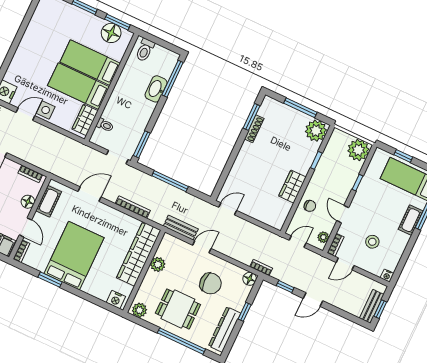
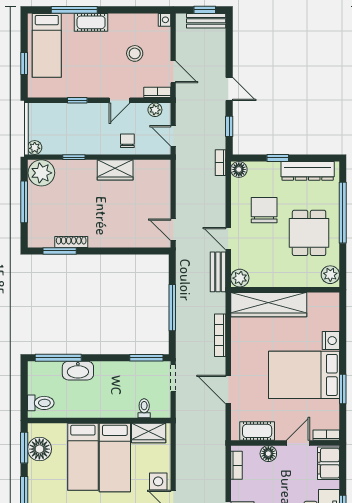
plant: (358, 150) -> (35, 147), moved, width x0.53, depth x0.53
plant: (158, 264) -> (240, 278), moved
nightstand: (116, 300) -> (331, 341), moved

